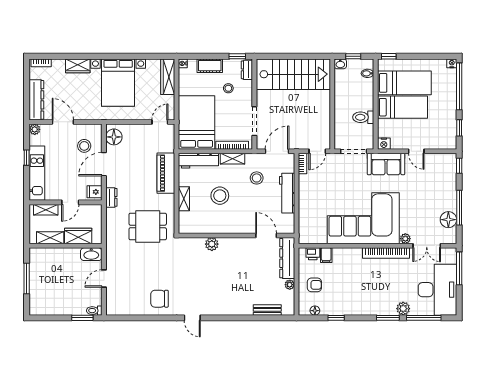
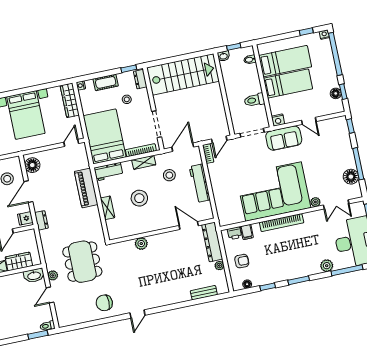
window: (389, 56) -> (306, 32), moved
floor lamp: (451, 128) -> (336, 93), added
workbench: (198, 161) -> (108, 172), width x0.73
dining table: (148, 226) -> (82, 262), moved, width x1.38
bookcase: (386, 253) -> (282, 223), moved
plant: (111, 258) -> (53, 275), added
door: (192, 318) -> (137, 314), hinge flipped
window: (388, 318) -> (299, 280), moved

